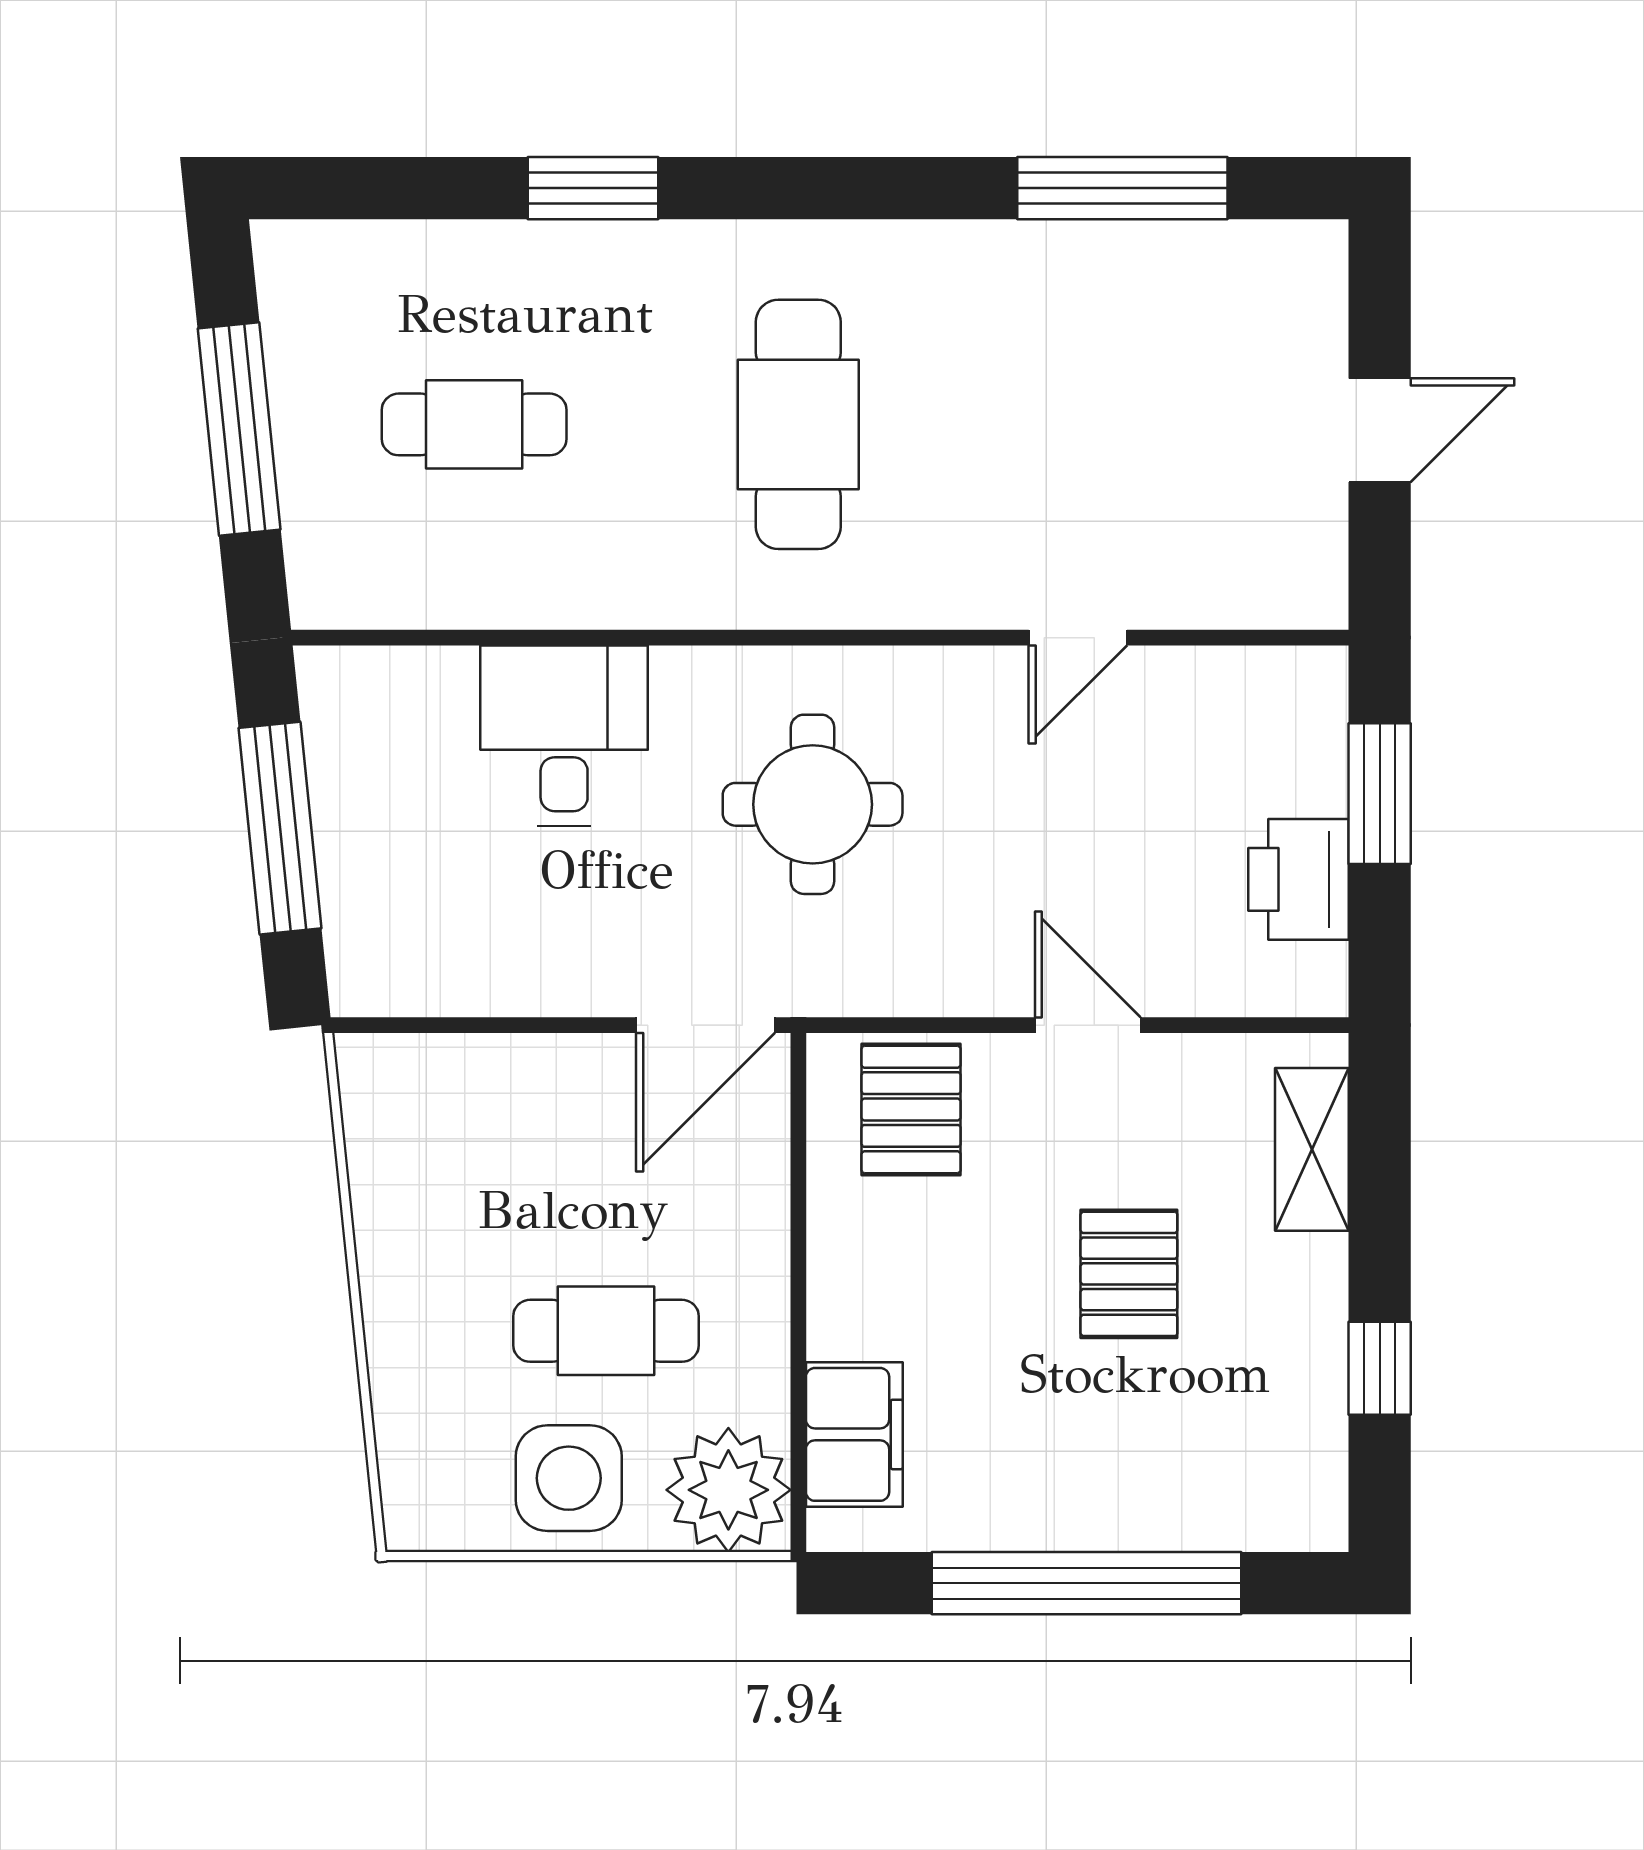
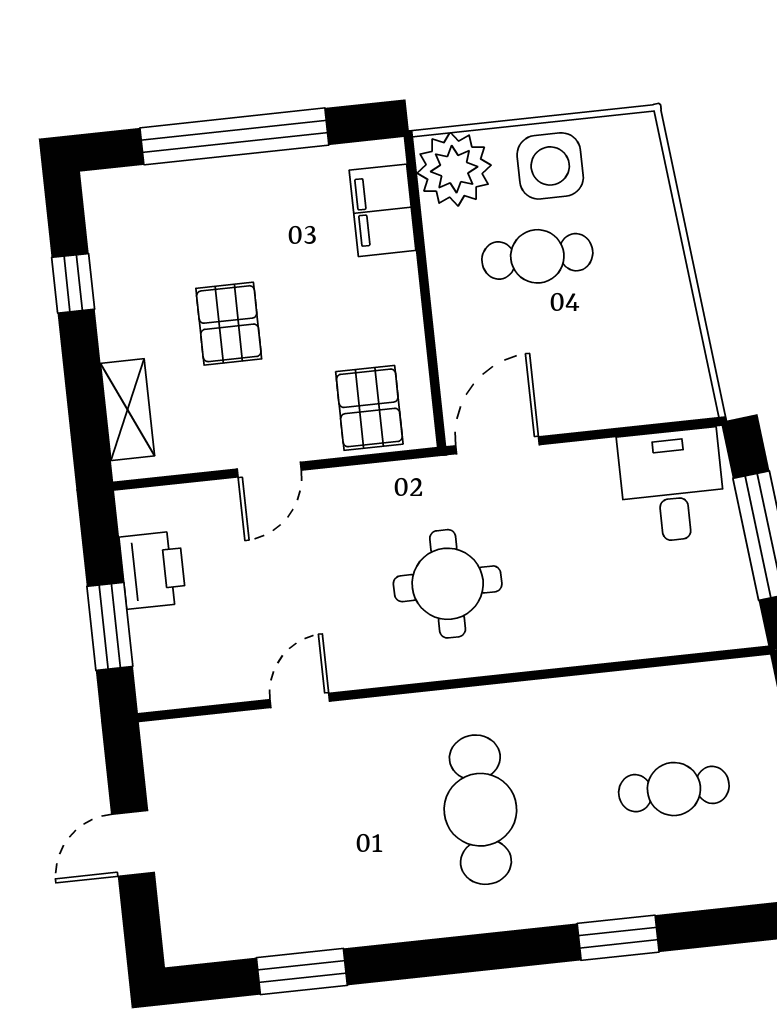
window: (1122, 188) -> (302, 972), width x0.69
desk: (564, 735) -> (672, 486), moved, turned 180
door: (1088, 1025) -> (269, 470), hinge flipped

